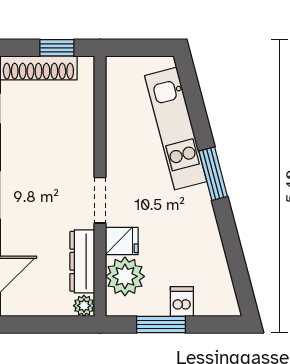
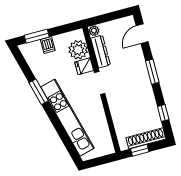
kitchen unit: (176, 129) -> (67, 118), width x1.36
window: (213, 174) -> (39, 92), moved
window: (161, 324) -> (37, 36), moved

